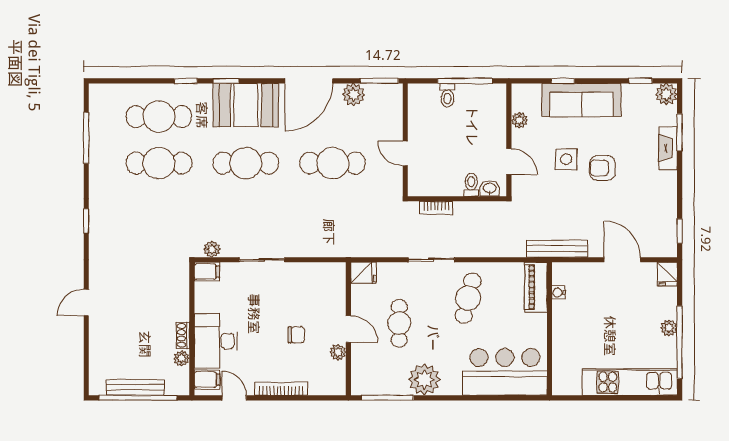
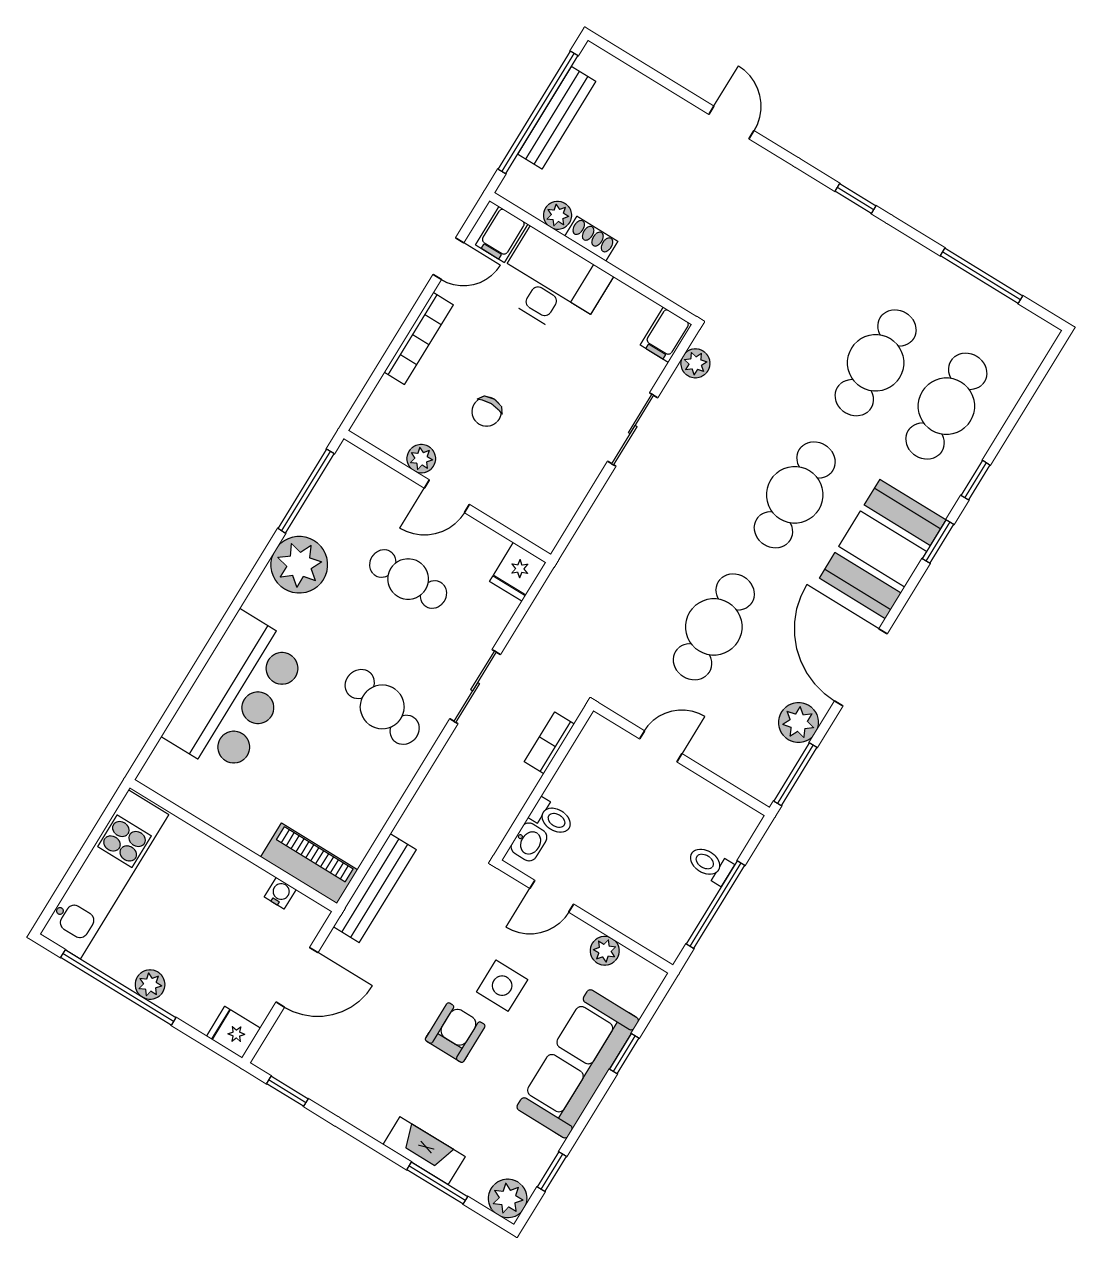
piano: (536, 287) -> (309, 863), moved
water cooler: (559, 292) -> (280, 893), moved
wall: (550, 329) -> (233, 846), moved

